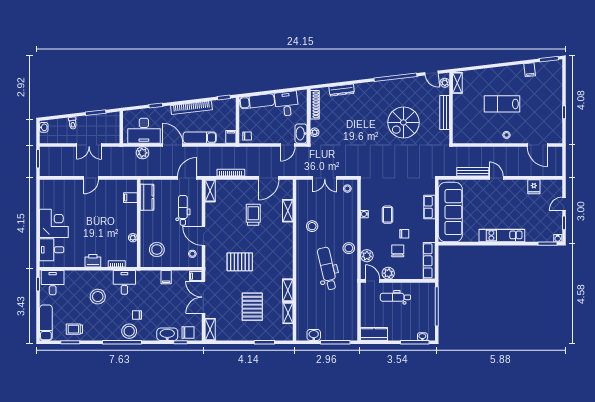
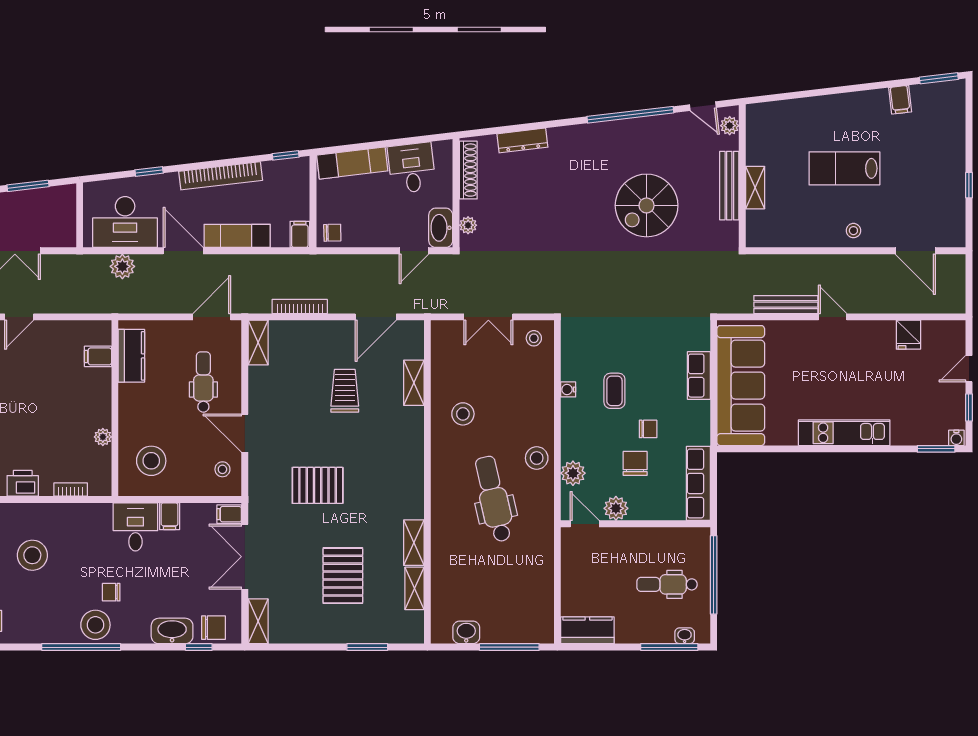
shelving: (457, 83) -> (755, 188), moved
desk: (124, 282) -> (135, 527), moved
dental chair: (395, 297) -> (667, 584), moved

